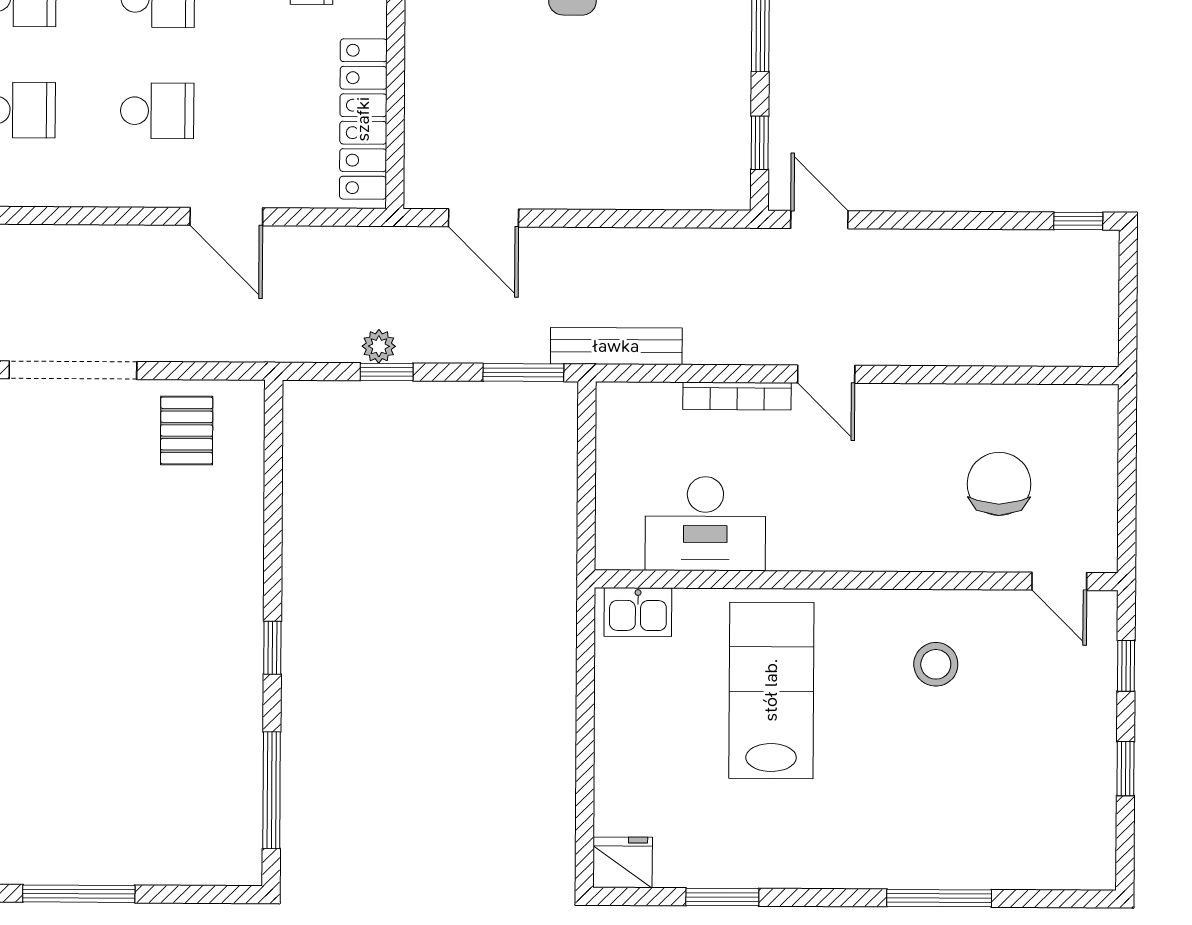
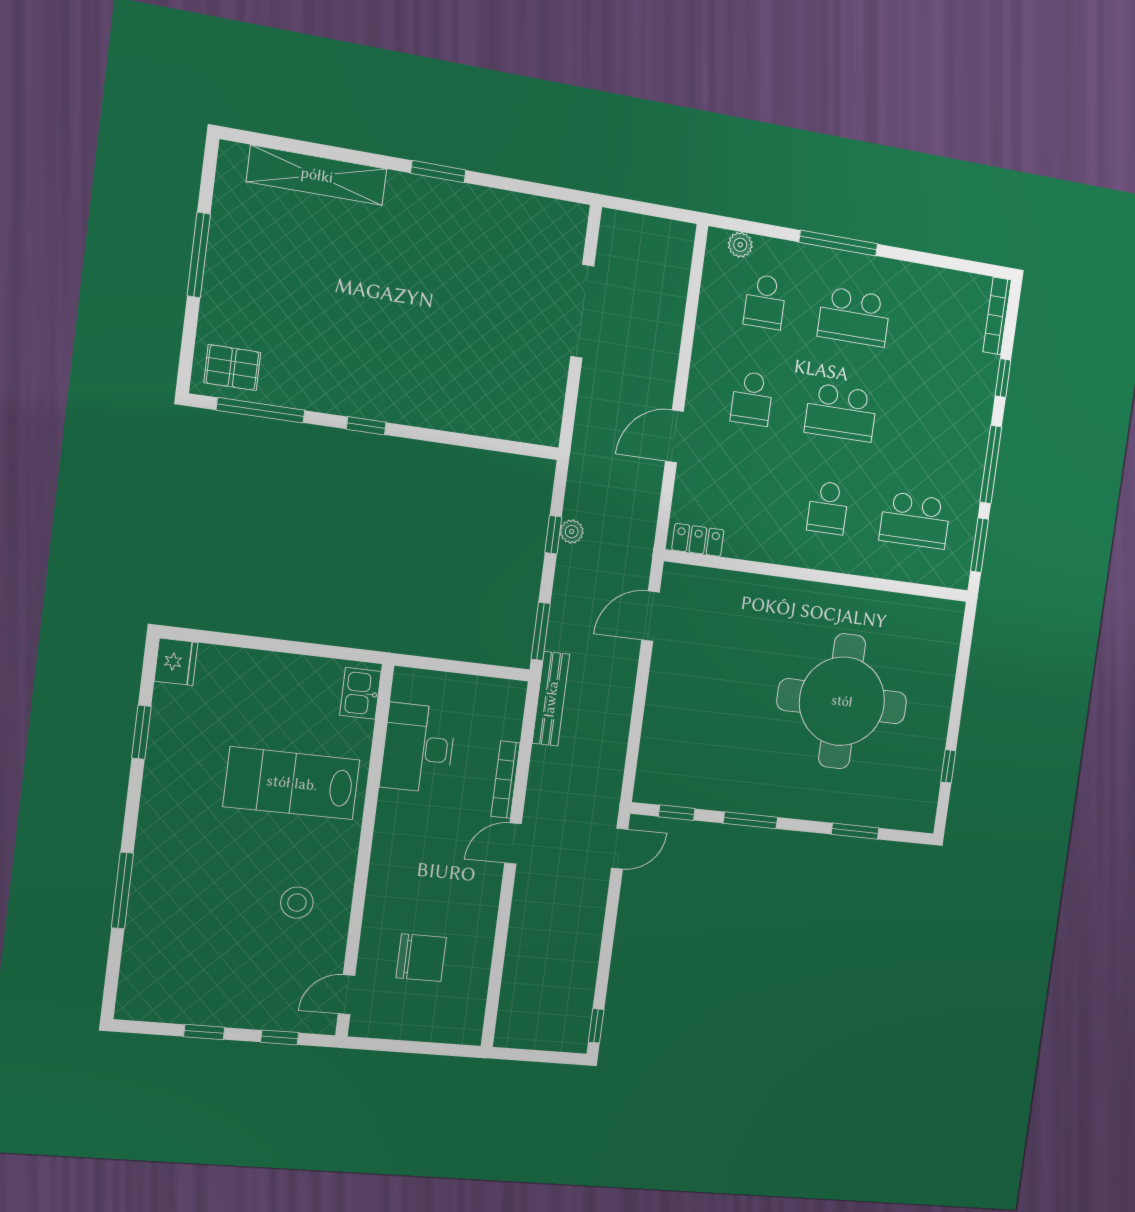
locker: (363, 119) -> (698, 540), width x0.46, depth x0.83
pallet: (187, 430) -> (232, 368), moved
lab bench: (771, 690) -> (292, 783), turned 180

